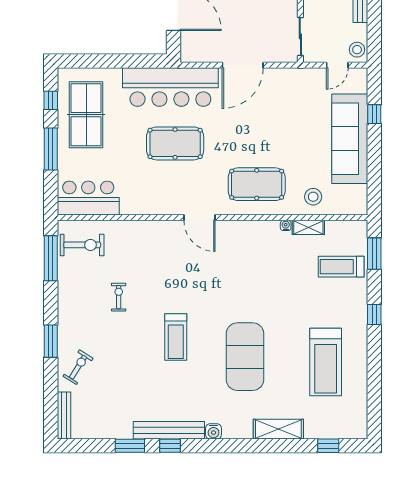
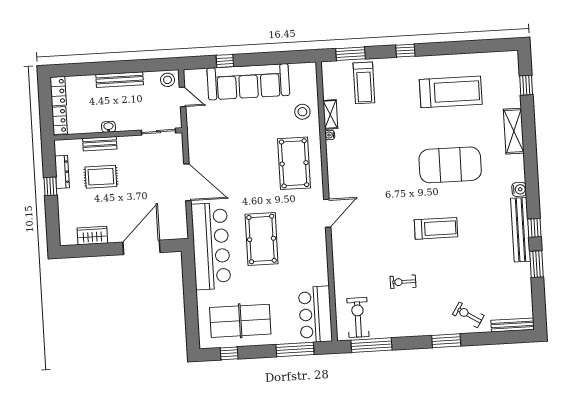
window: (51, 149) -> (295, 350), moved

